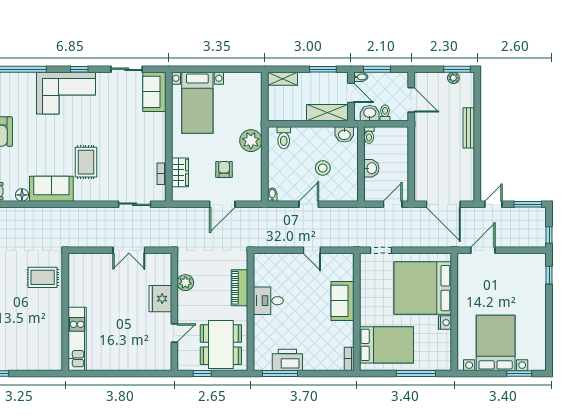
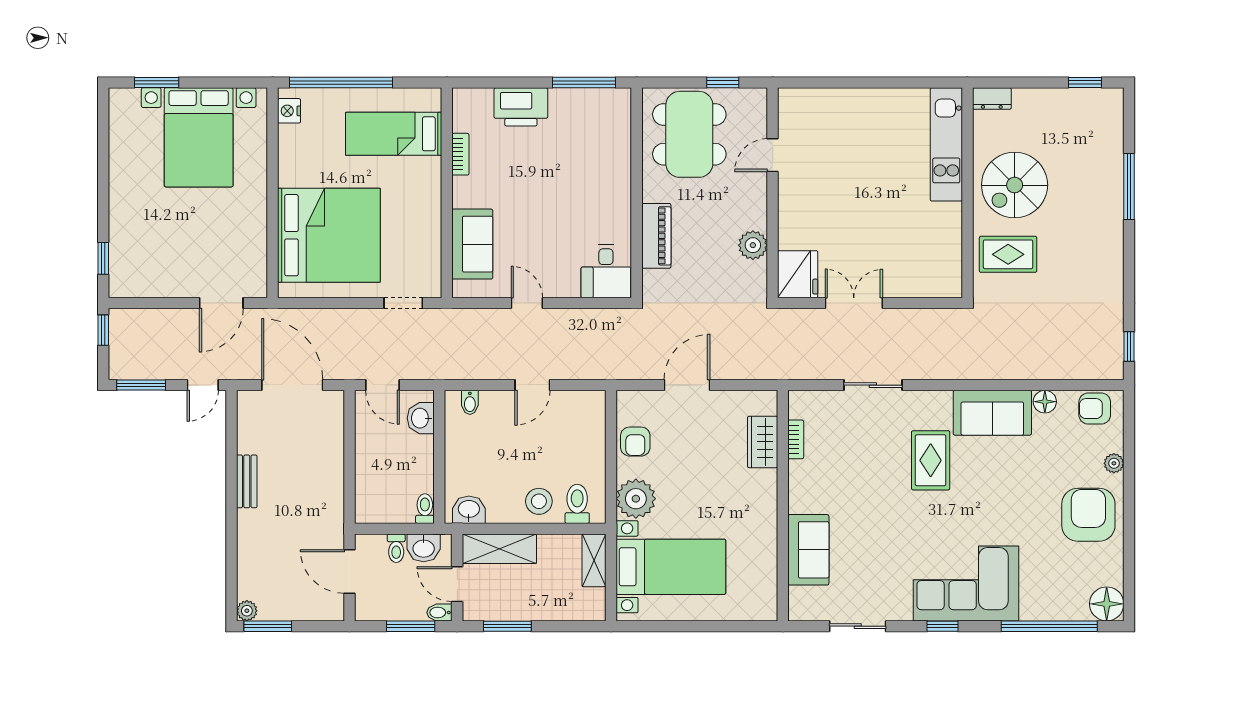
plant: (453, 78) -> (247, 611), moved
shelving: (282, 79) -> (594, 560), moved, turned 90
sofa: (154, 92) -> (808, 550), moved
bed with nightstands: (197, 103) -> (671, 567), moved, turned 90
bench: (469, 128) -> (247, 481), moved, width x0.73
stool: (323, 168) -> (539, 501), moved
washbasin: (371, 168) -> (421, 418), moved
armchair: (224, 169) -> (635, 442), moved
bidet: (272, 195) -> (470, 402), moved
sliding door: (135, 204) -> (873, 385), moved
door: (393, 204) -> (382, 385), hinge flipped
fridge: (160, 299) -> (798, 274), moved
desk: (268, 301) -> (606, 271), moved, turned 90
sofa: (342, 301) -> (472, 244), moved
spiral stairs: (39, 316) -> (1015, 185), added
nightstand: (445, 323) -> (289, 111), moved
bed: (386, 345) -> (394, 134), width x0.67
bookcase: (349, 359) -> (460, 154), moved
printer: (287, 360) -> (521, 107), moved
dresser: (52, 365) -> (992, 99), added
window: (416, 374) -> (341, 83), width x1.46

